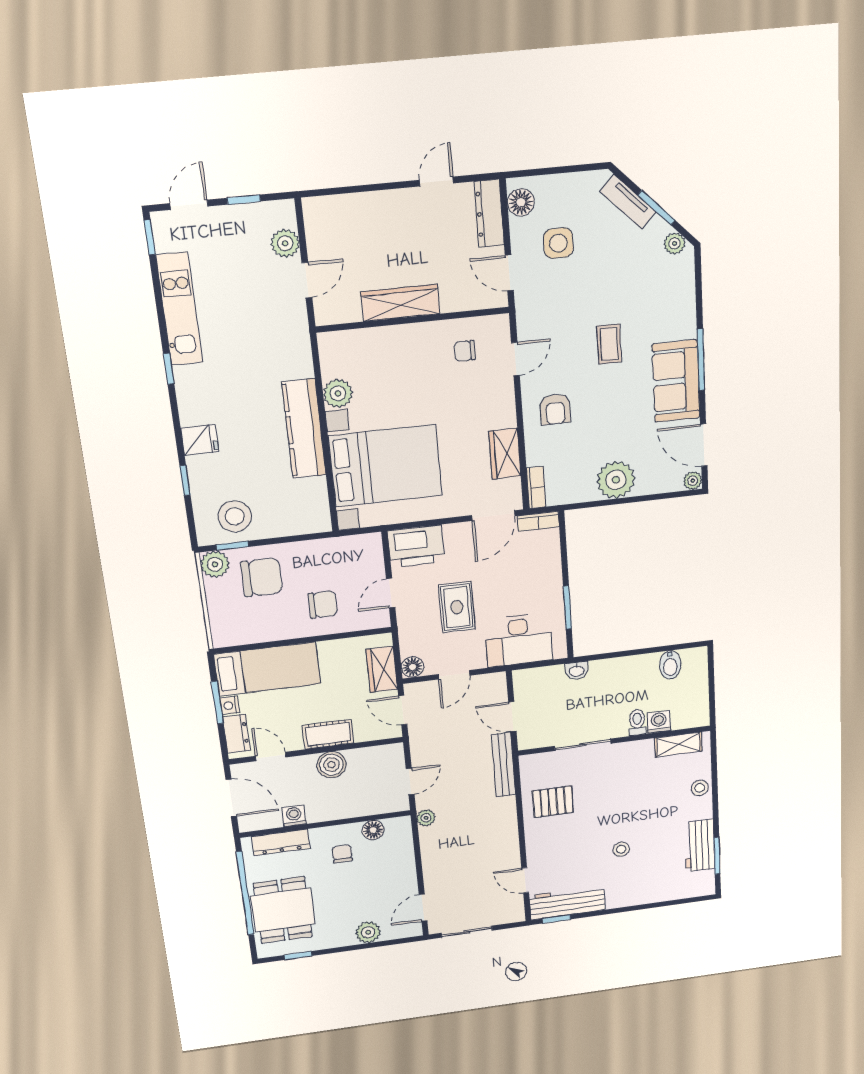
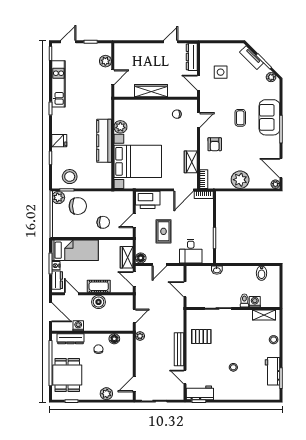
floor lamp: (521, 202) -> (206, 54), removed
sofa: (676, 381) -> (269, 117), moved
desk: (519, 640) -> (191, 251), width x0.73
bench: (504, 765) -> (179, 349), moved
workbench: (567, 903) -> (200, 393), width x0.73

